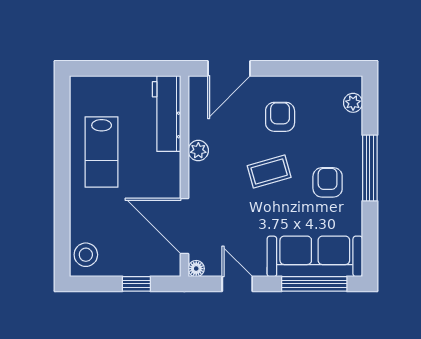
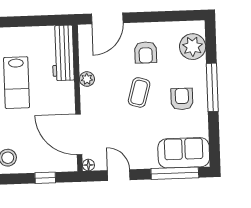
plant: (353, 103) -> (193, 47), width x1.88, depth x1.88
armchair: (280, 117) -> (146, 52), turned 180
coffee table: (269, 171) -> (139, 92), turned -58
sofa: (315, 256) -> (184, 153), width x0.73

